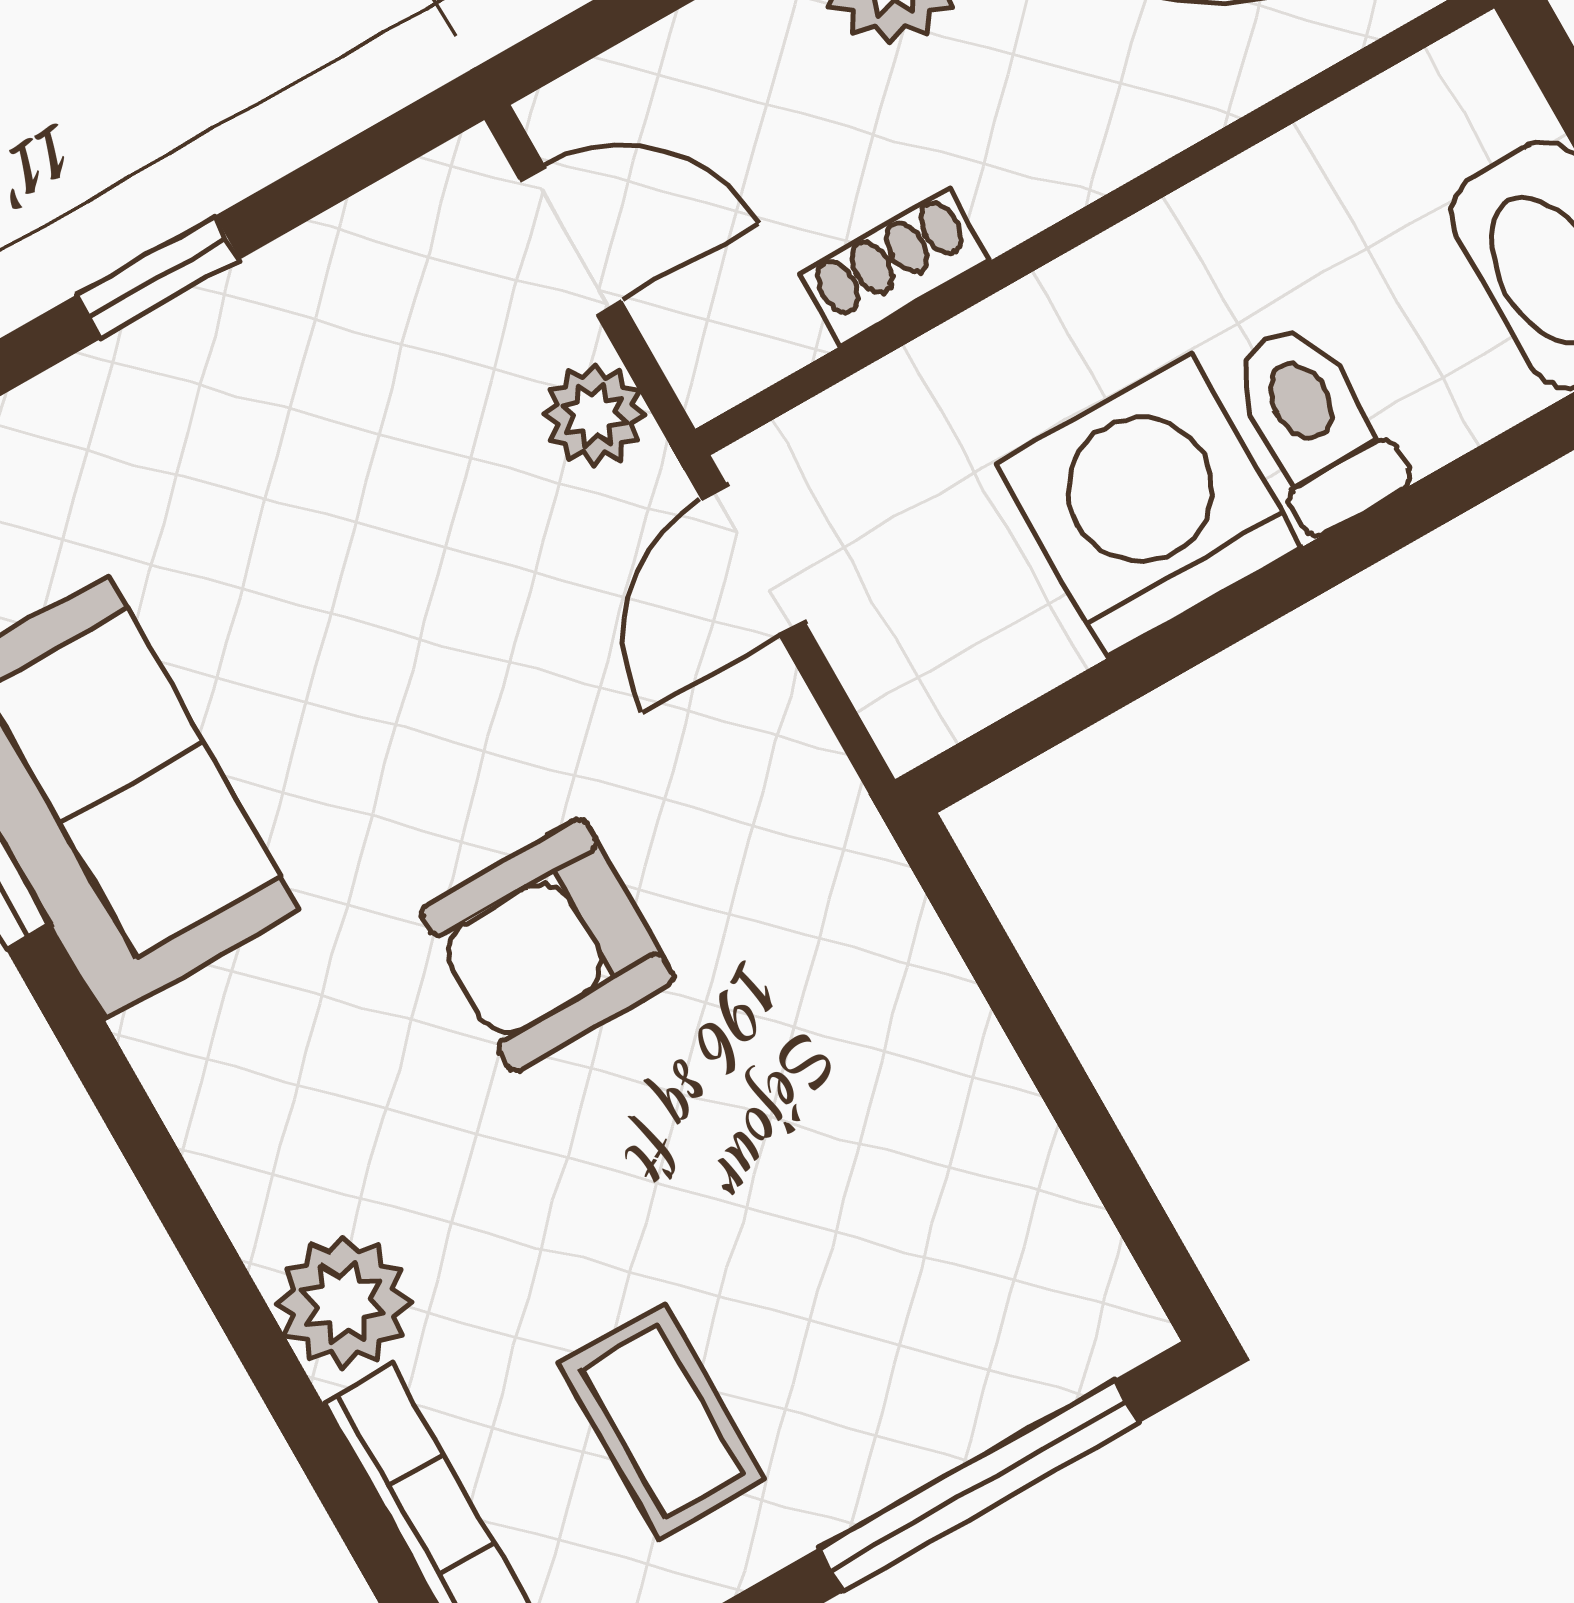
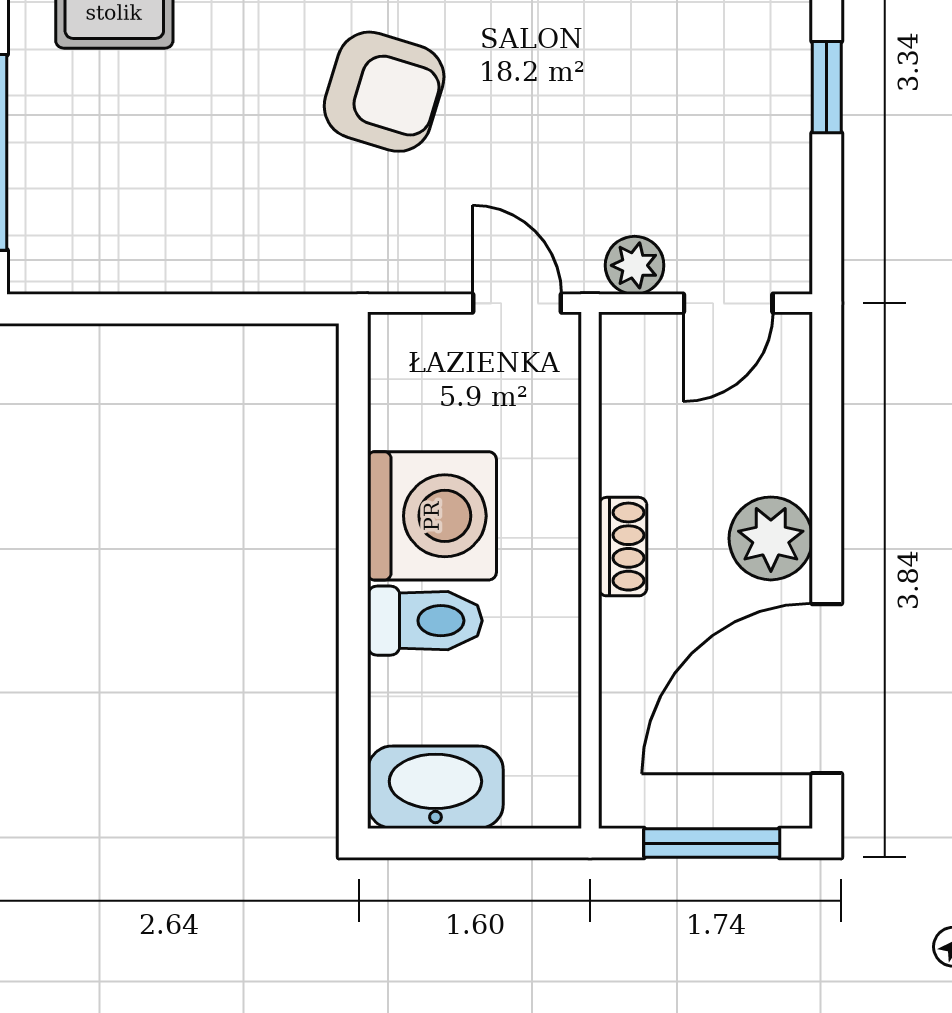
shoe rack: (895, 267) -> (623, 547), moved
armchair: (547, 945) -> (384, 92), turned 107

